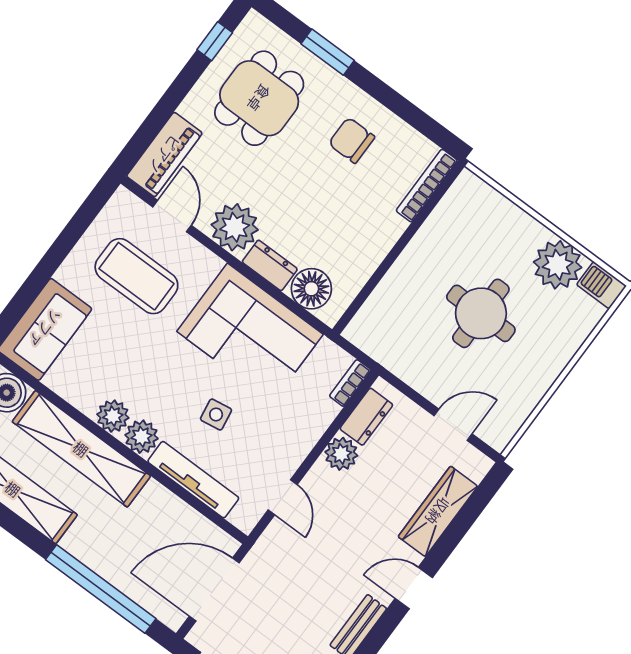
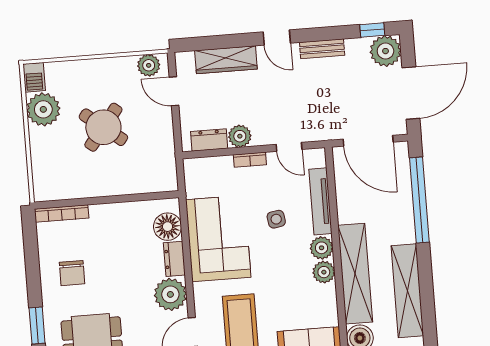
round table: (481, 313) -> (103, 127), turned 38
bookcase: (350, 383) -> (250, 160), moved
plant: (505, 422) -> (149, 65), added
door: (283, 497) -> (289, 147), swing flipped

